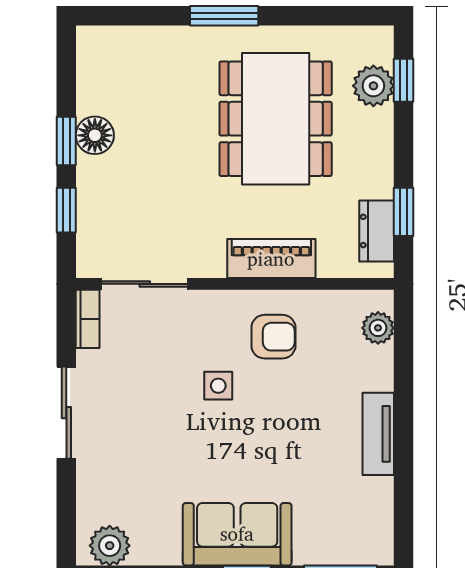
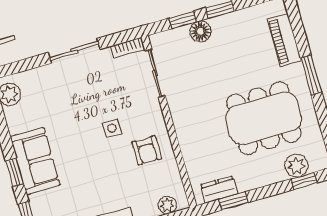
floor lamp: (95, 135) -> (200, 31), moved
piano: (271, 259) -> (284, 40), moved, turned 180

